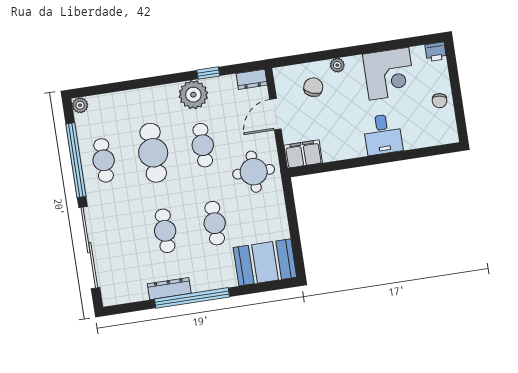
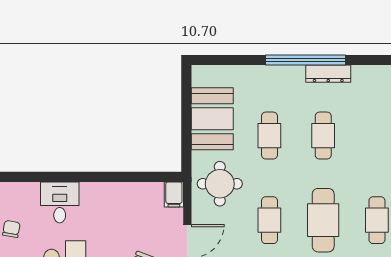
desk: (383, 134) -> (60, 202), moved
filing cabinet: (303, 154) -> (174, 194), width x0.50
booth: (265, 262) -> (212, 119), moved, turned 90

